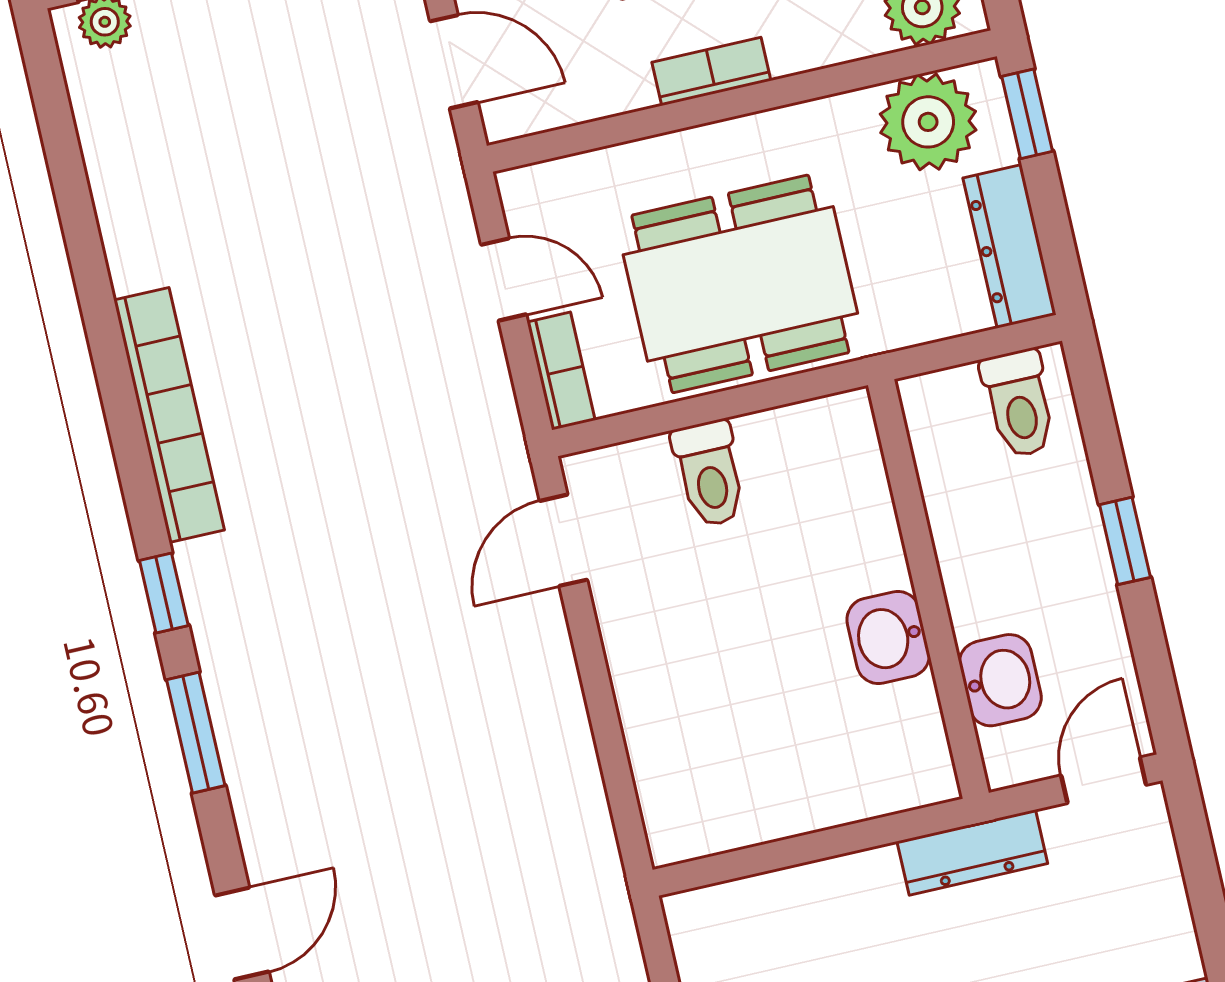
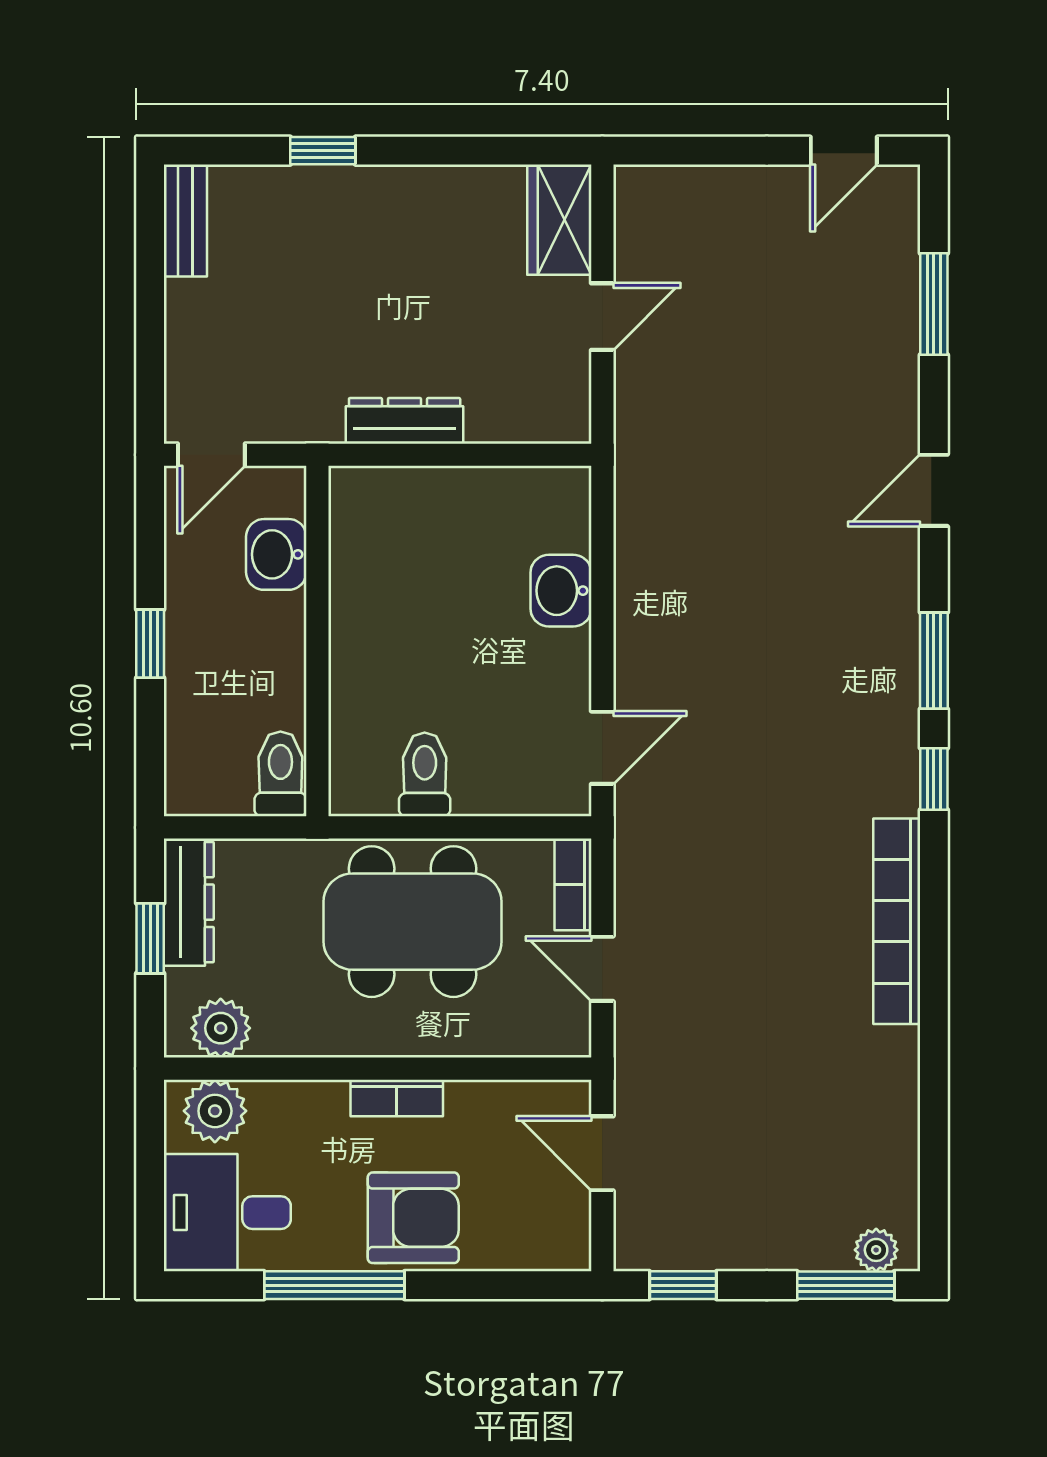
window: (1027, 114) -> (150, 938), moved
plant: (928, 122) -> (221, 1028), width x0.73, depth x0.73
toilet: (1019, 403) -> (280, 774), moved
toilet: (709, 474) -> (425, 774), moved
washbasin: (888, 637) -> (561, 591), moved, turned 180
dresser: (972, 852) -> (405, 421), moved

